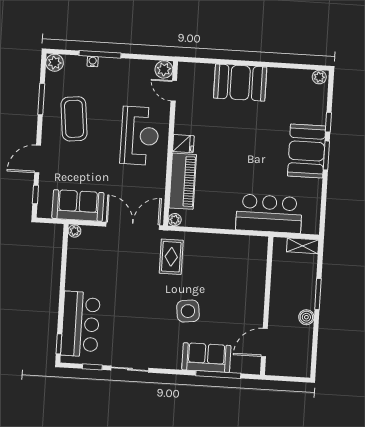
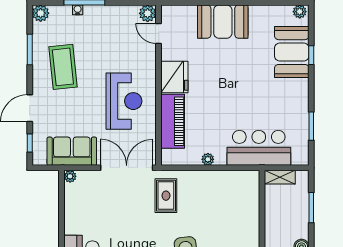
reception desk: (140, 136) -> (124, 101), moved
fridge: (183, 144) -> (174, 77), width x1.88, depth x1.34
booth: (307, 151) -> (292, 52), moved
window: (326, 155) -> (311, 126), moved
plant: (175, 220) -> (208, 159), moved
shelving: (303, 246) -> (280, 177), moved
window: (318, 294) -> (311, 208), moved

